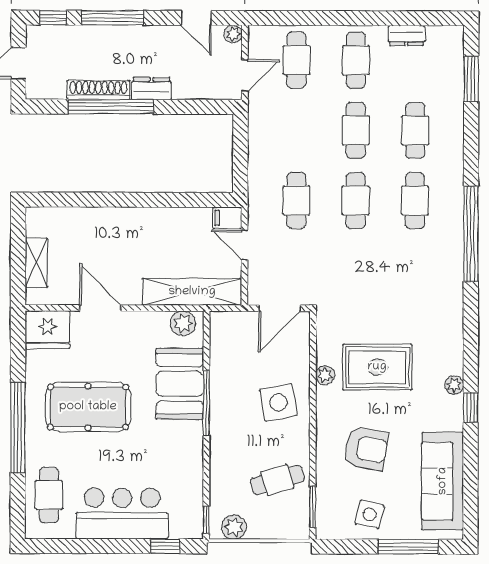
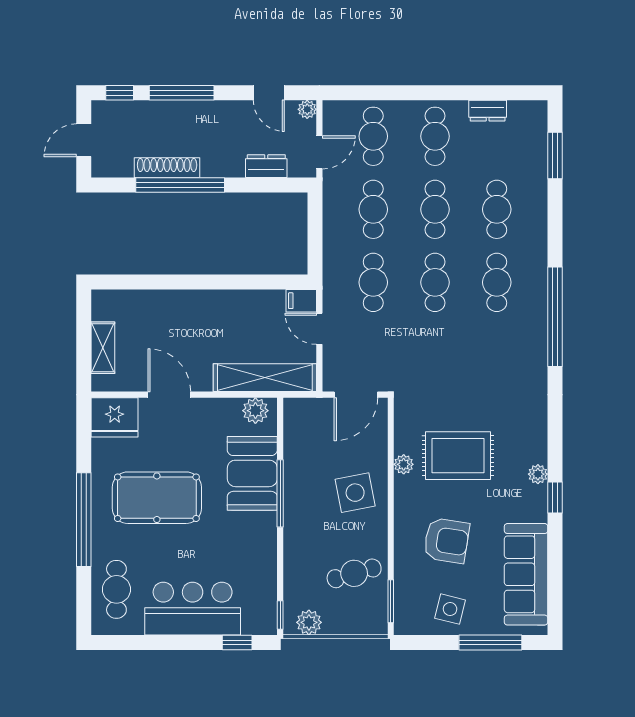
dresser: (151, 88) -> (266, 166), moved
cafe table: (296, 130) -> (373, 209), added

